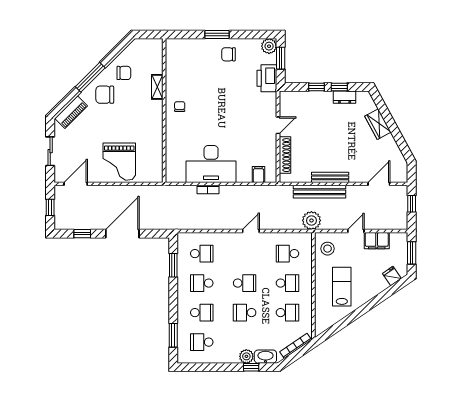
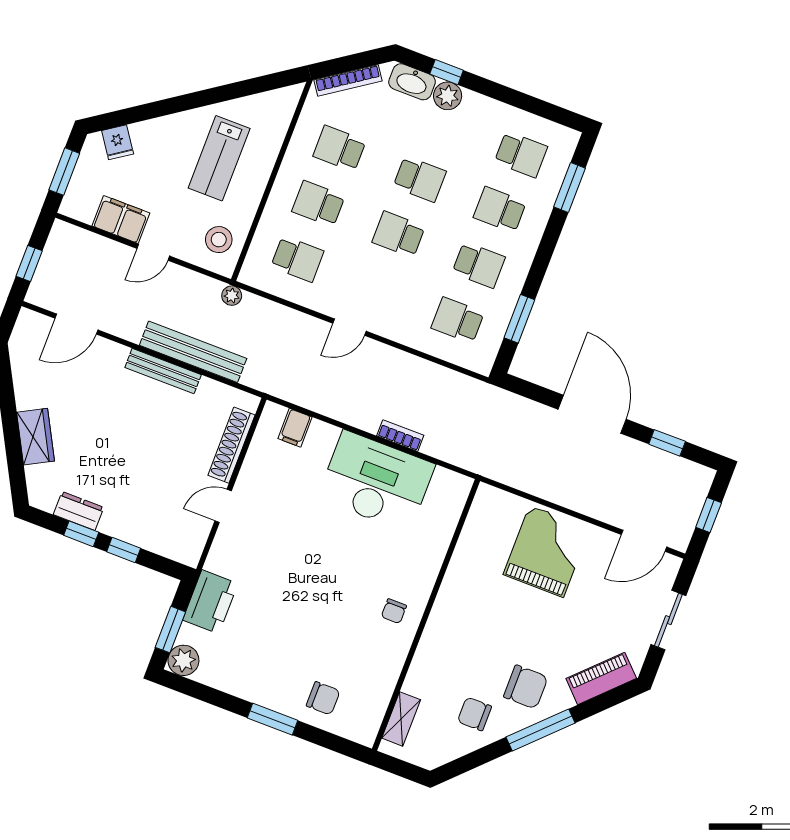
chair: (229, 54) -> (323, 698), moved
shelving: (157, 87) -> (401, 719), moved
plant: (311, 221) -> (232, 296), width x0.53, depth x0.53
door: (122, 234) -> (592, 414), swing flipped

